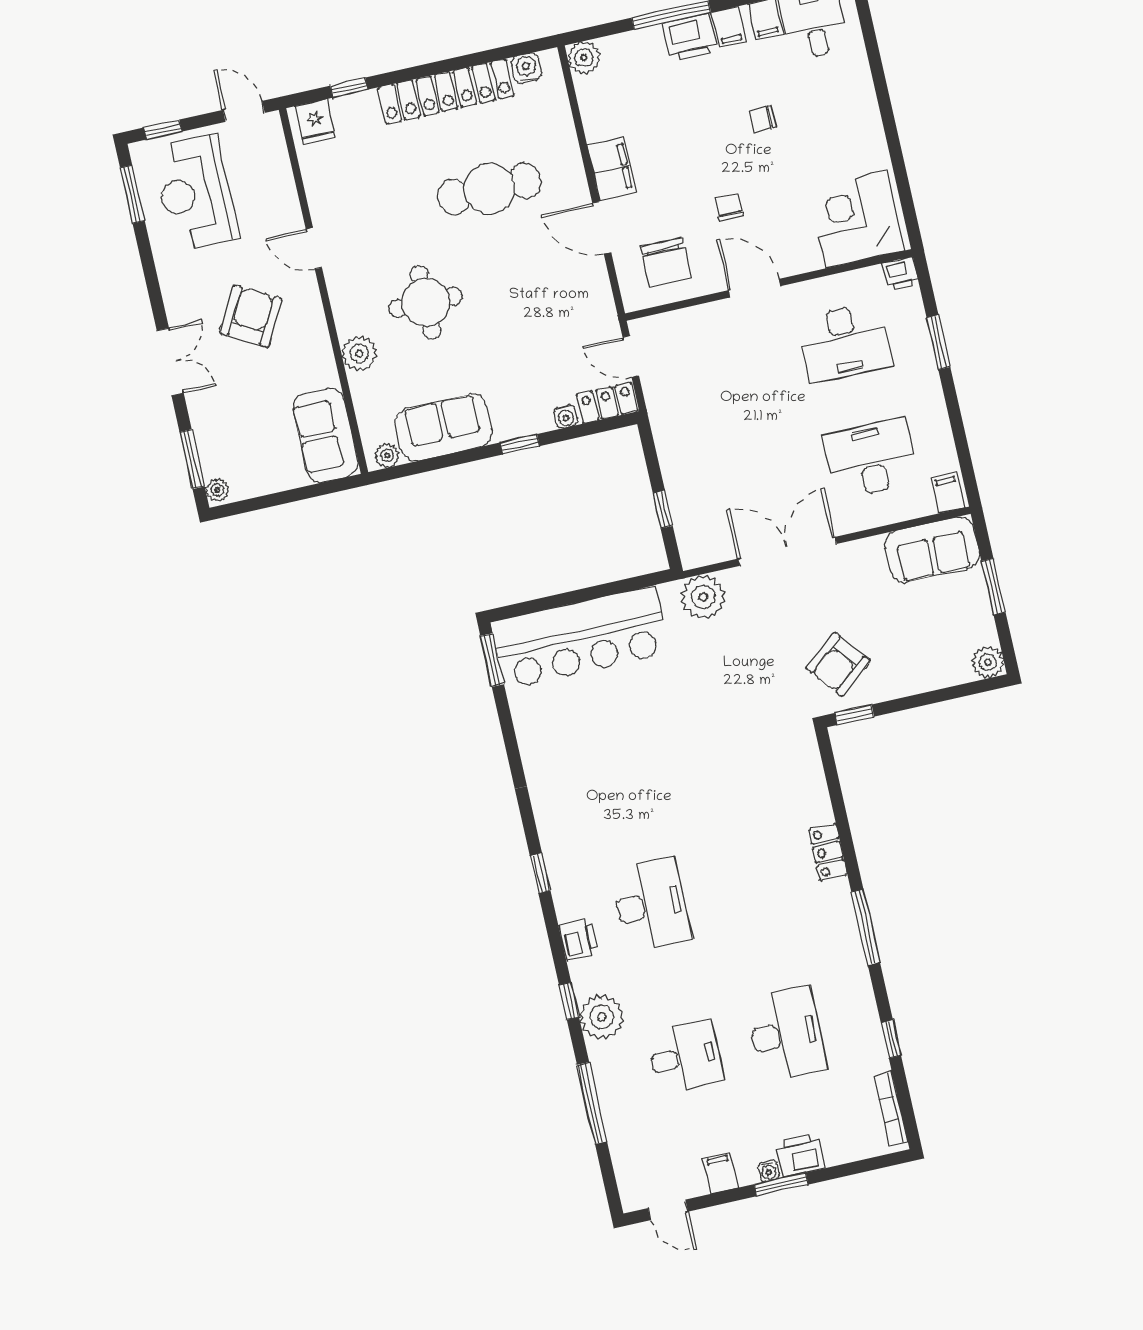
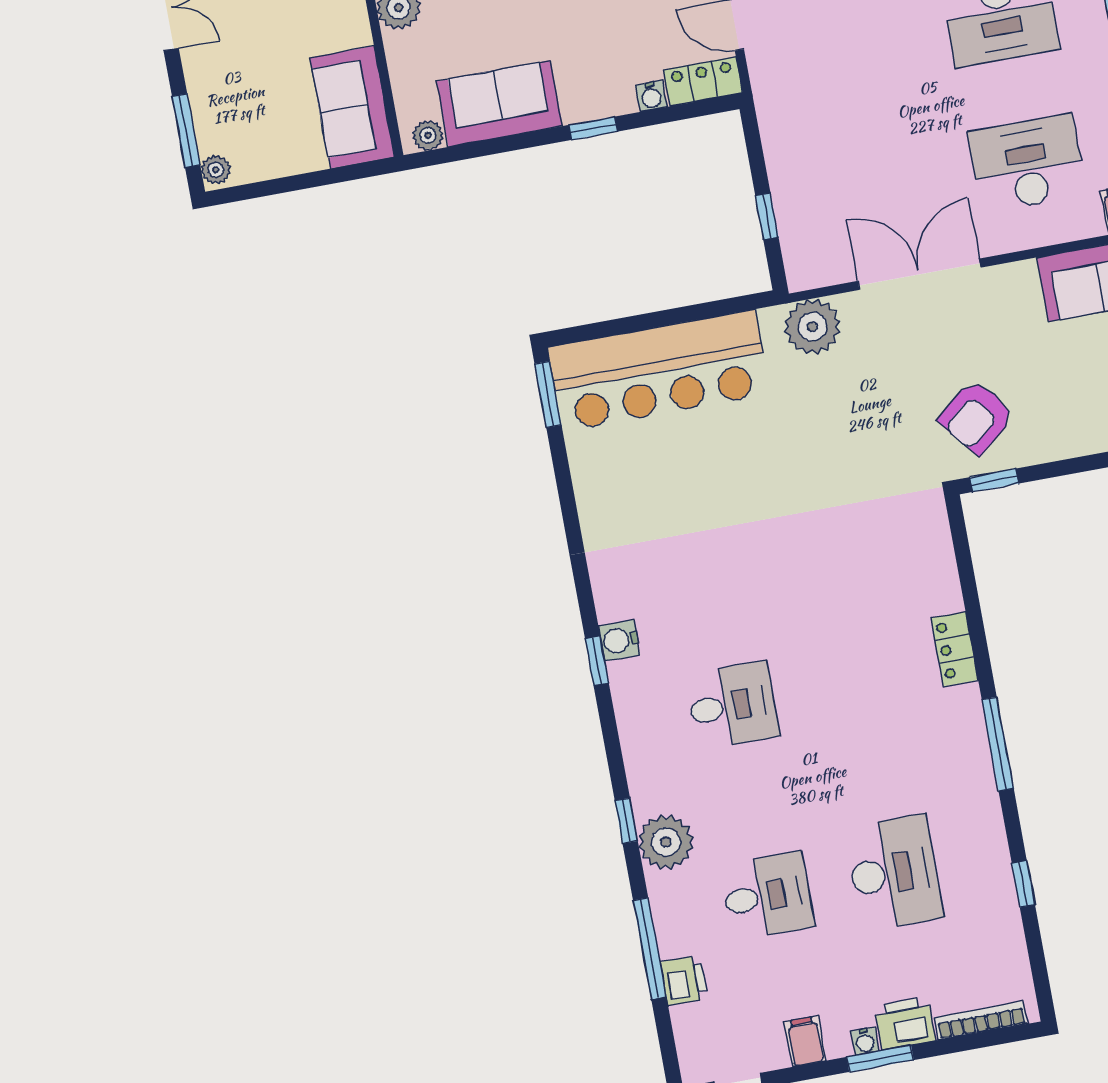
water cooler: (558, 856) -> (619, 640), added
desk: (651, 905) -> (732, 705), width x0.73
printer: (578, 940) -> (684, 980), moved
bookcase: (891, 1109) -> (981, 1021), moved, turned 90

